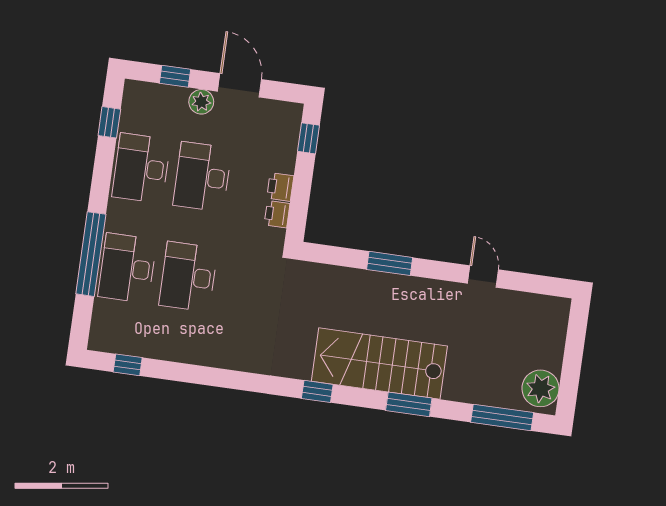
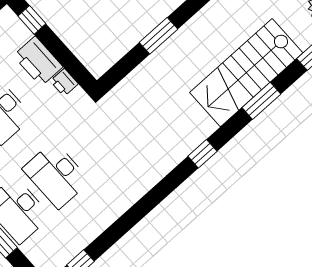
printer: (280, 187) -> (38, 61), width x1.87, depth x1.48
stairs: (379, 364) -> (246, 73), moved

